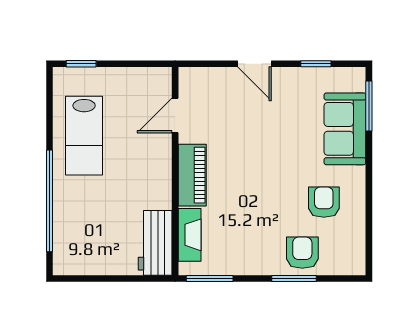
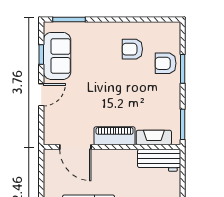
door: (175, 116) -> (75, 147), width x1.38
sofa: (345, 129) -> (57, 56), moved, turned -90

